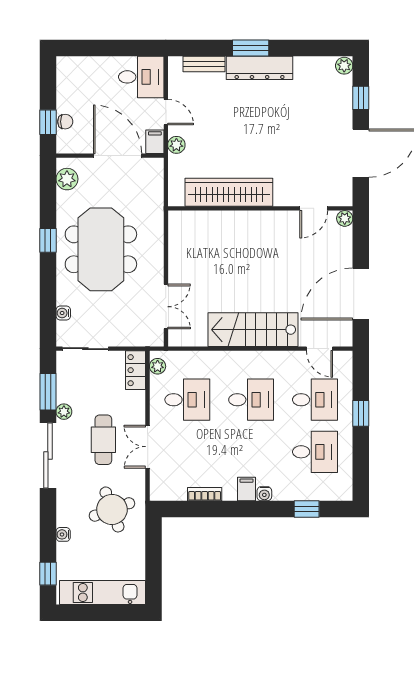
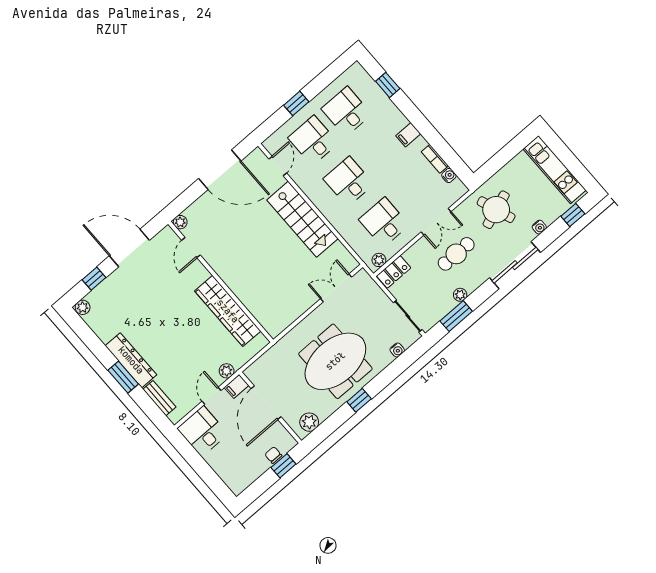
door: (314, 208) -> (191, 248), swing flipped
sliding door: (48, 455) -> (515, 265), moved
water cooler: (264, 494) -> (449, 175), moved

